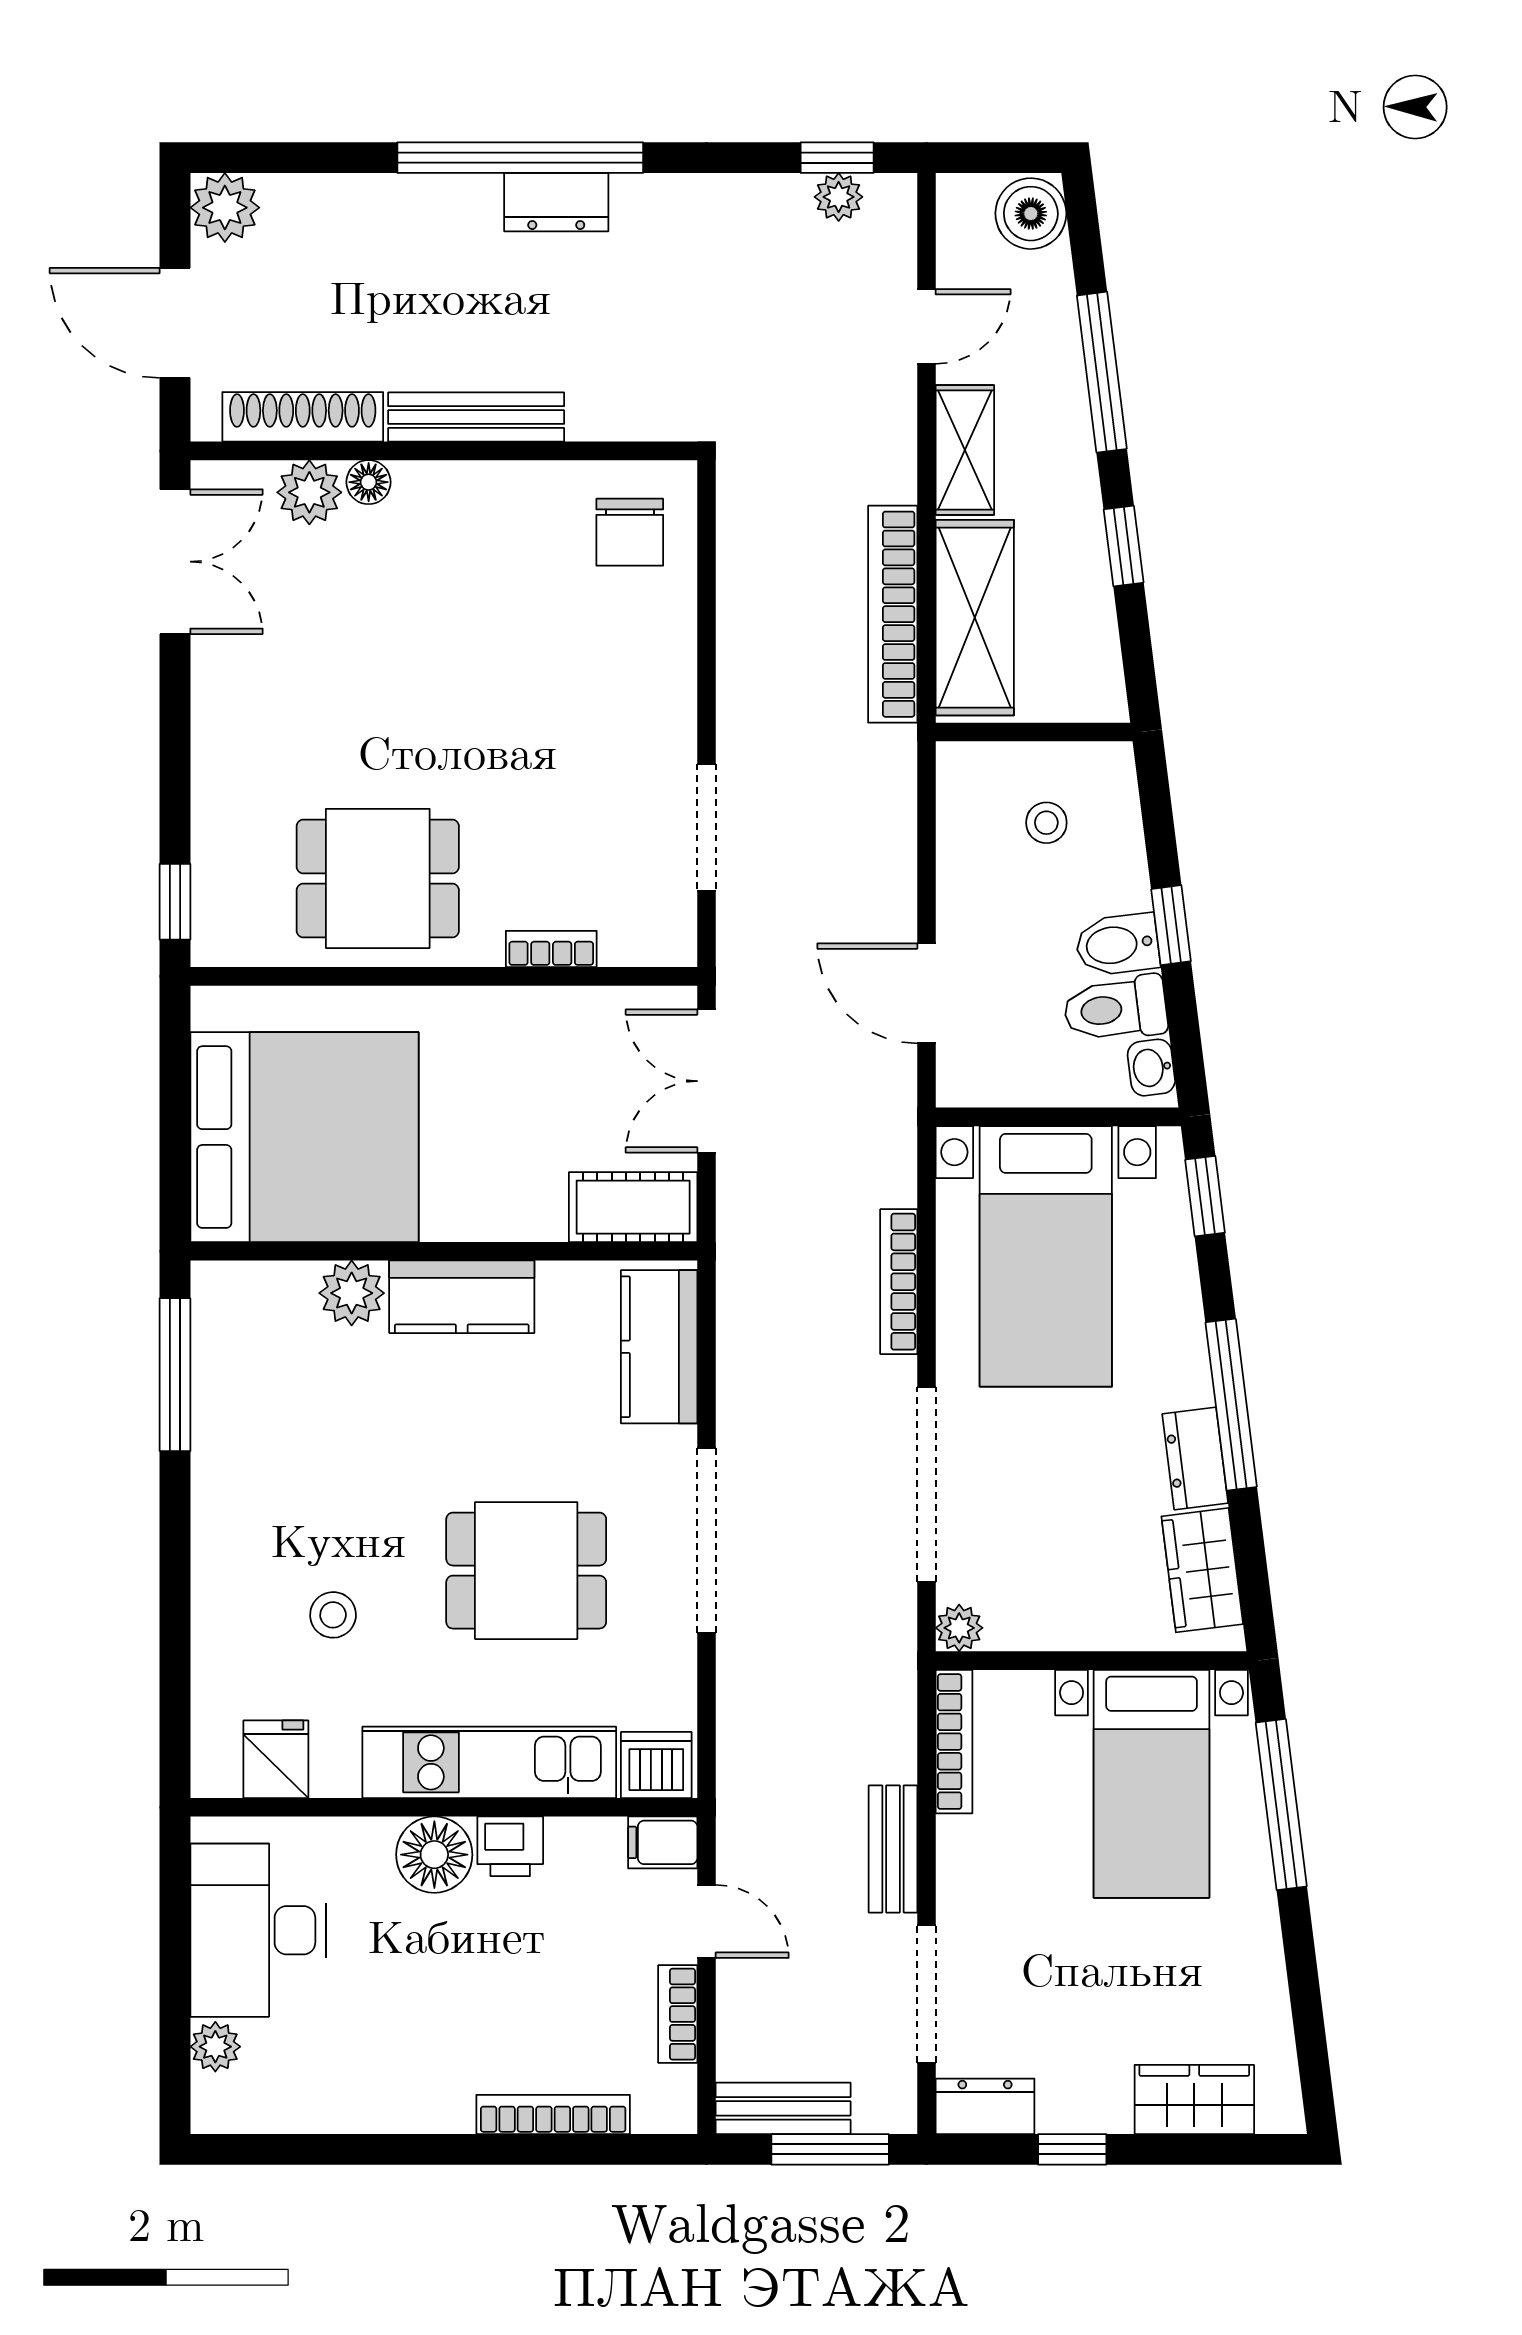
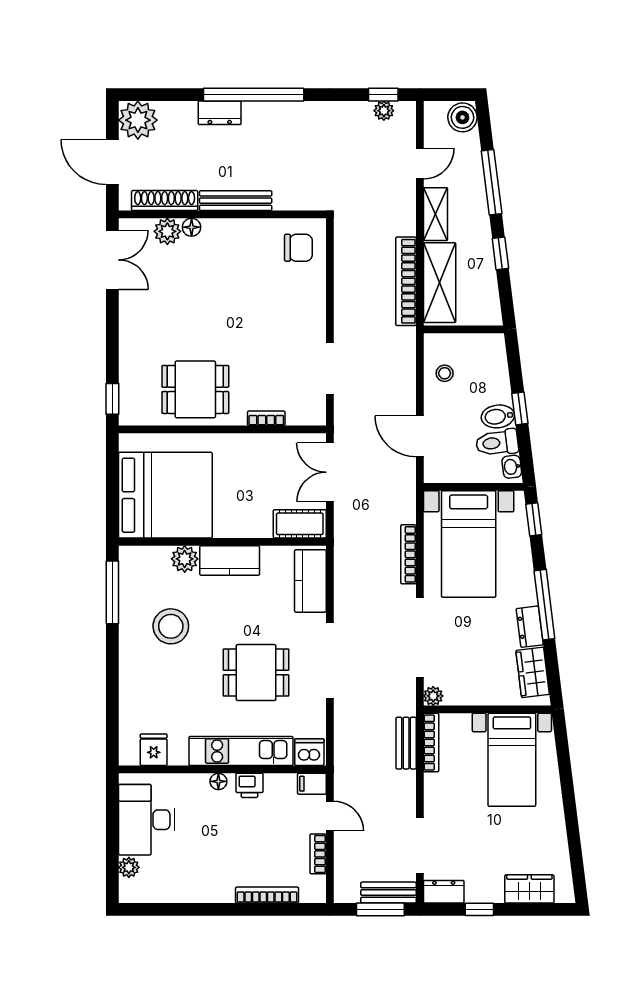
dresser: (556, 202) -> (220, 113), moved
plant: (225, 208) -> (138, 120), width x1.36, depth x1.36
chair: (630, 532) -> (298, 248), turned -90
stool: (1046, 823) -> (445, 373), moved
stool: (333, 1615) -> (171, 626), moved, width x1.89, depth x1.89
window: (1281, 1805) -> (565, 768), removed
bench: (893, 1849) -> (406, 743), moved
floor lamp: (434, 1855) -> (218, 781), width x0.53, depth x0.53
bench: (783, 2108) -> (388, 893), moved

